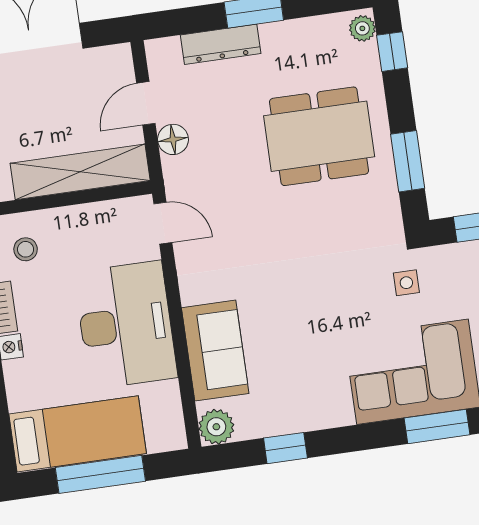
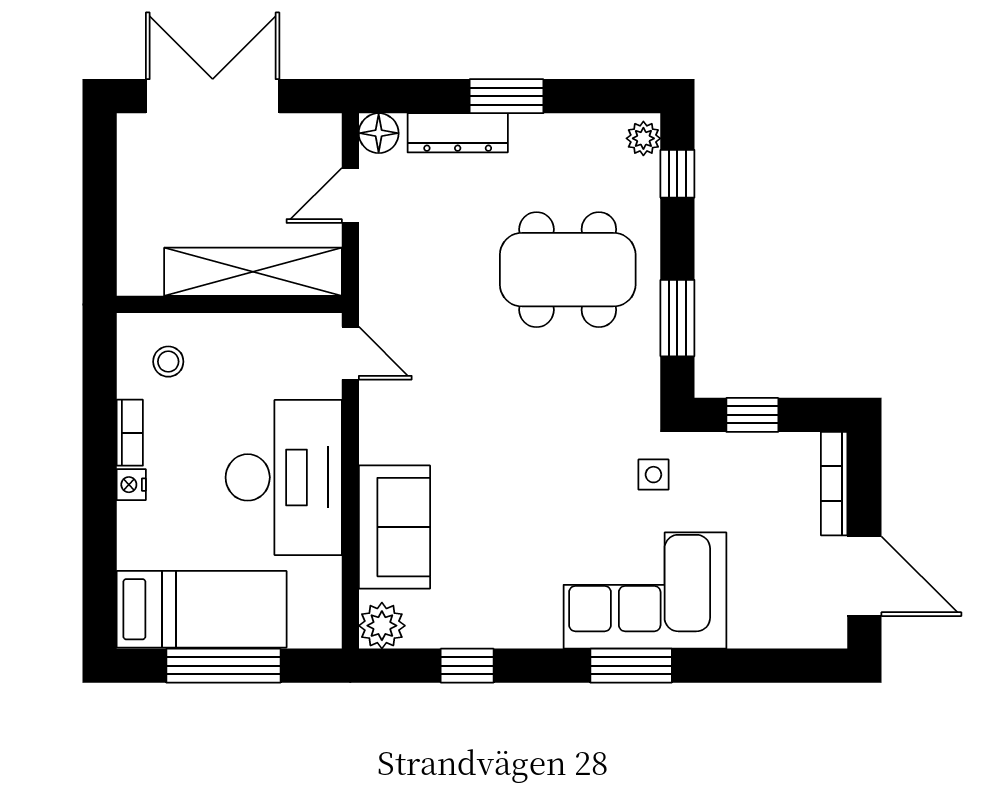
floor lamp: (173, 139) -> (379, 133), moved
window: (437, 426) -> (631, 666), moved

